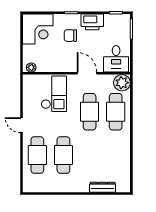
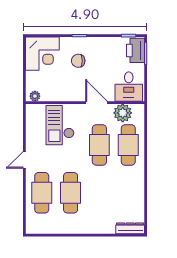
printer: (92, 22) -> (136, 50), moved, turned 90
plant: (122, 83) -> (123, 113), moved
checkout: (54, 94) -> (60, 125), turned 180
door: (22, 125) -> (24, 160), hinge flipped
dresser: (103, 187) -> (130, 228), moved

